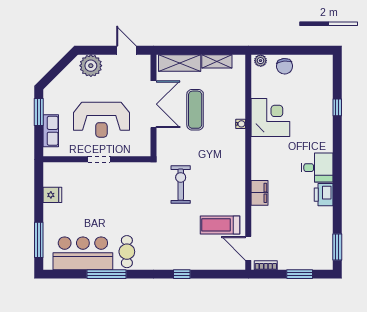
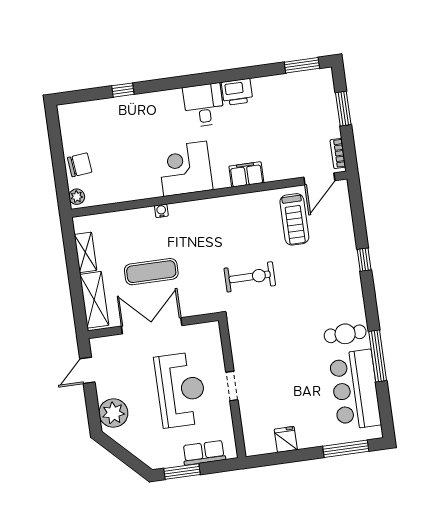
corner desk: (270, 117) -> (185, 169), moved
exercise bike: (181, 185) -> (250, 277), turned 180

